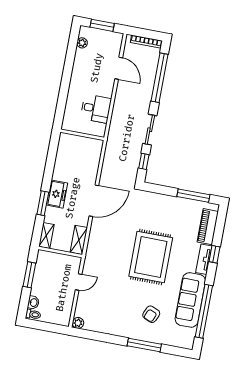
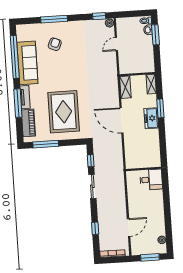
door: (119, 68) -> (129, 228), swing flipped
window: (160, 78) -> (95, 228), width x0.32
desk: (96, 109) -> (151, 180), moved, turned 180
door: (94, 201) -> (121, 120), hinge flipped
window: (214, 254) -> (18, 103), width x2.17
rug: (151, 257) -> (64, 112), moved
window: (29, 275) -> (156, 35), moved
door: (79, 282) -> (116, 44), moved
window: (88, 335) -> (99, 16), added

